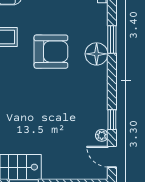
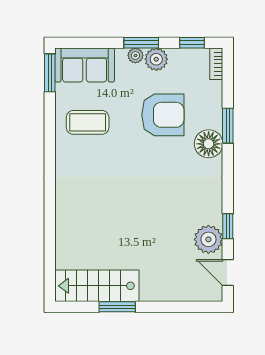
armchair: (51, 52) -> (163, 115), moved
plant: (102, 135) -> (208, 239), width x1.88, depth x1.88

